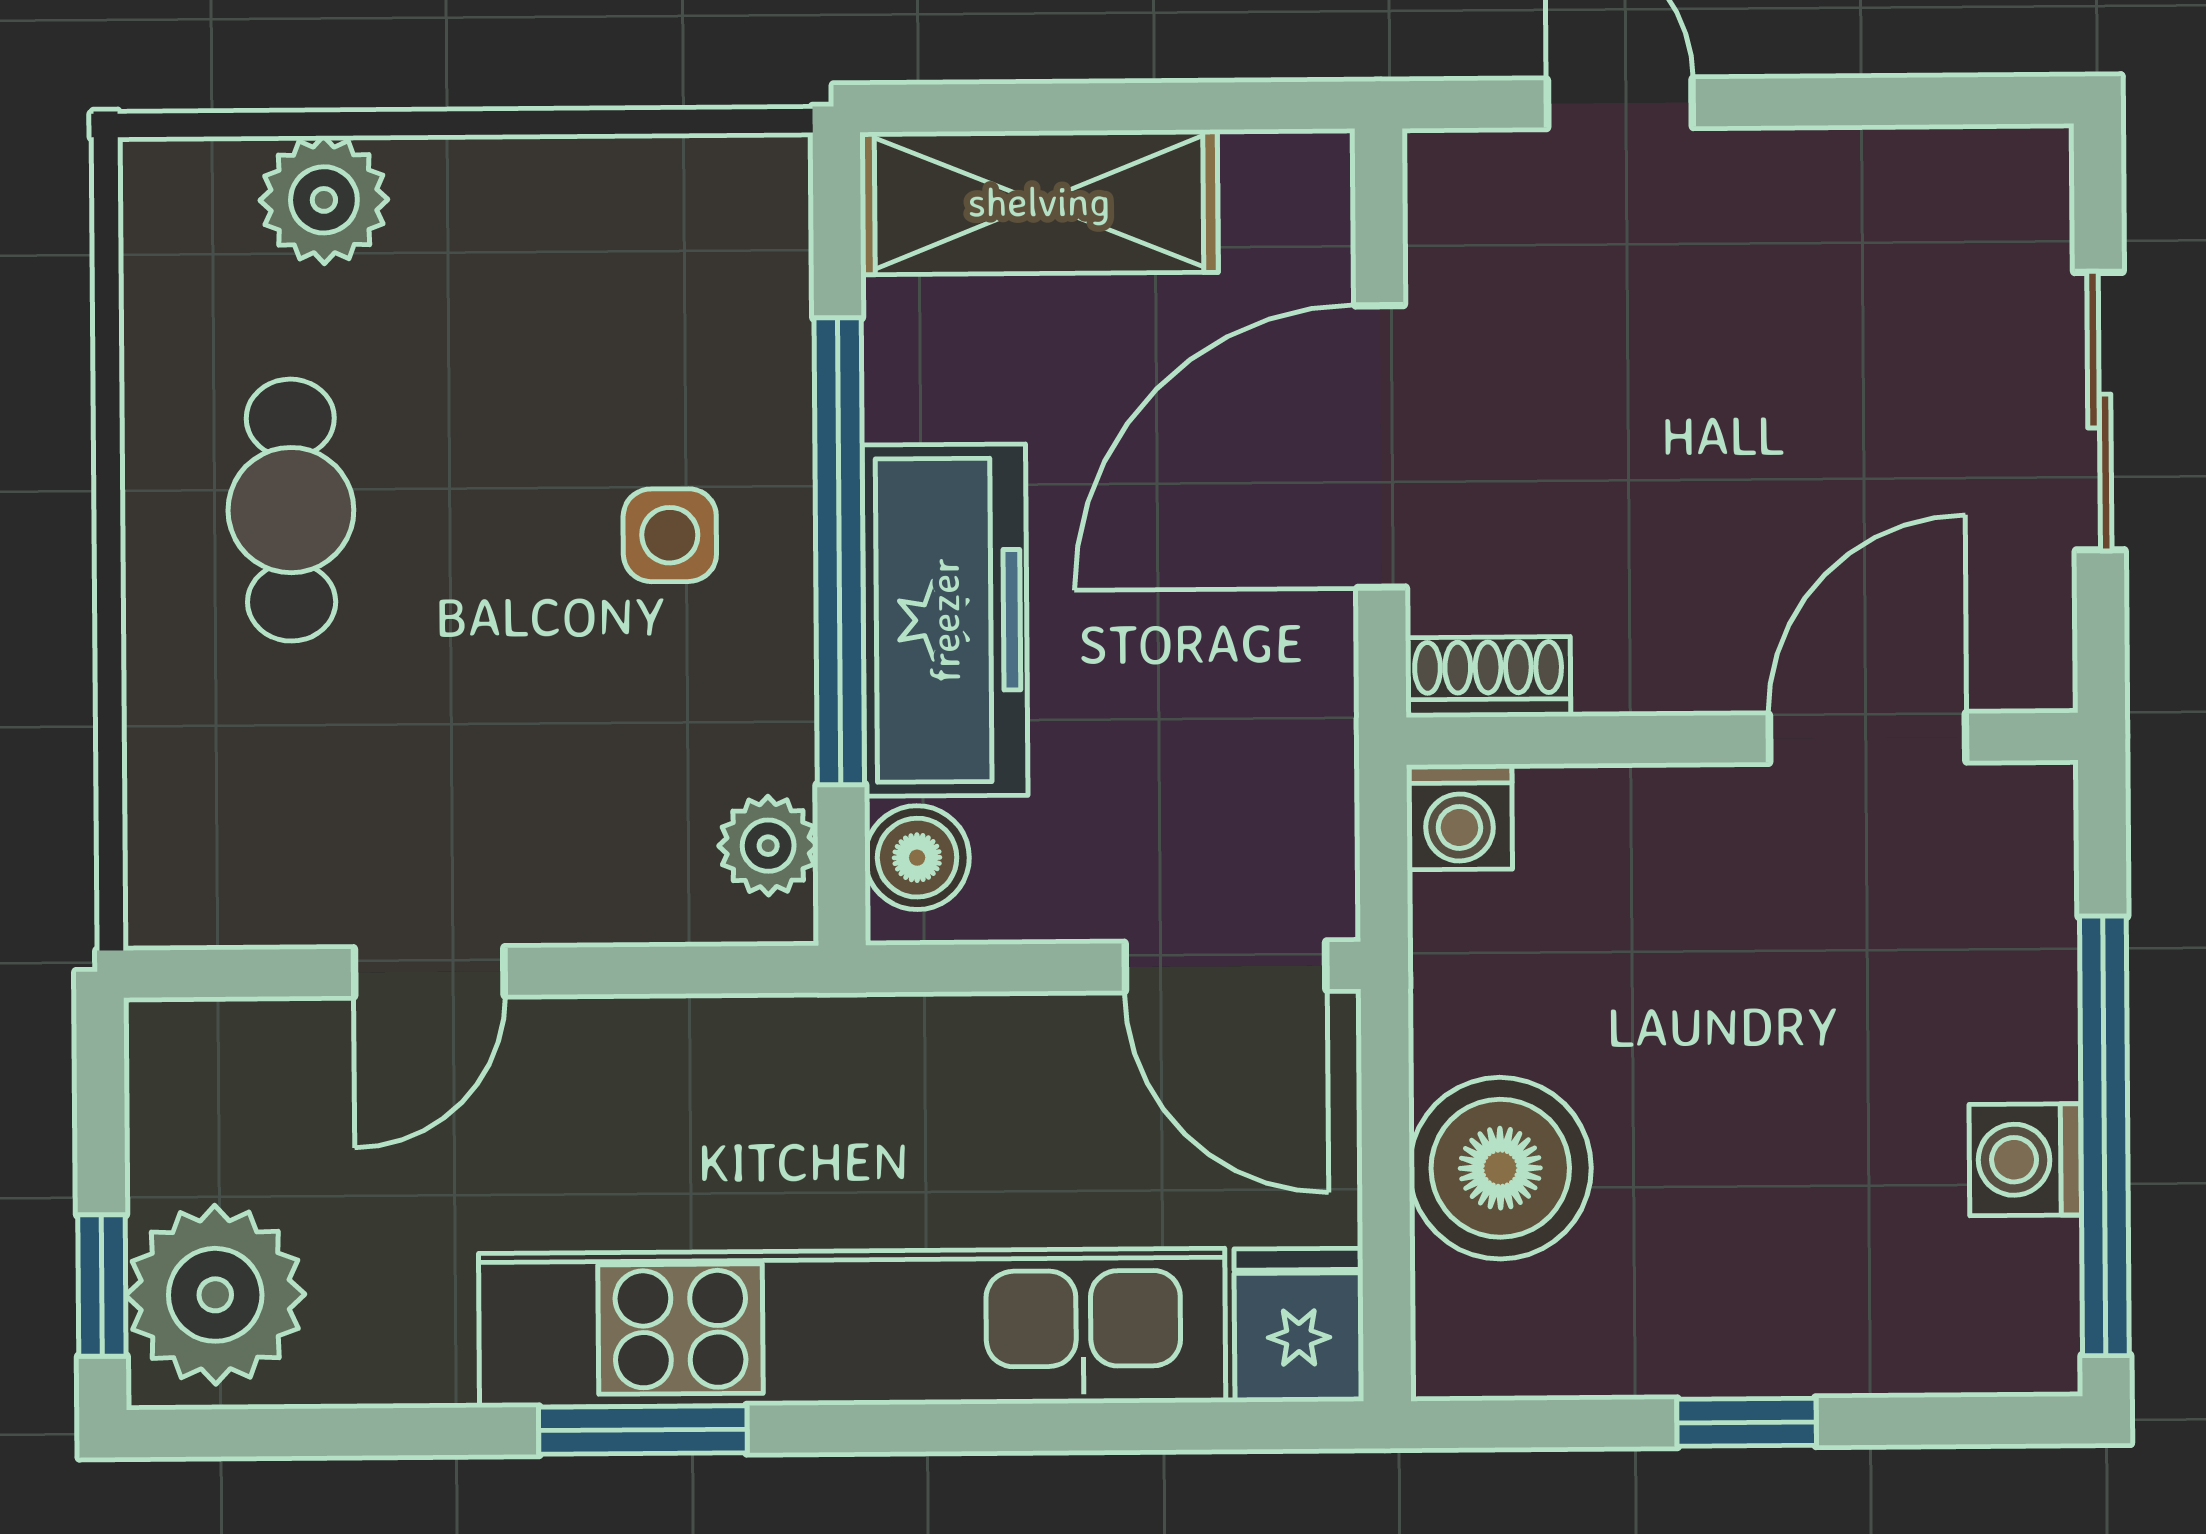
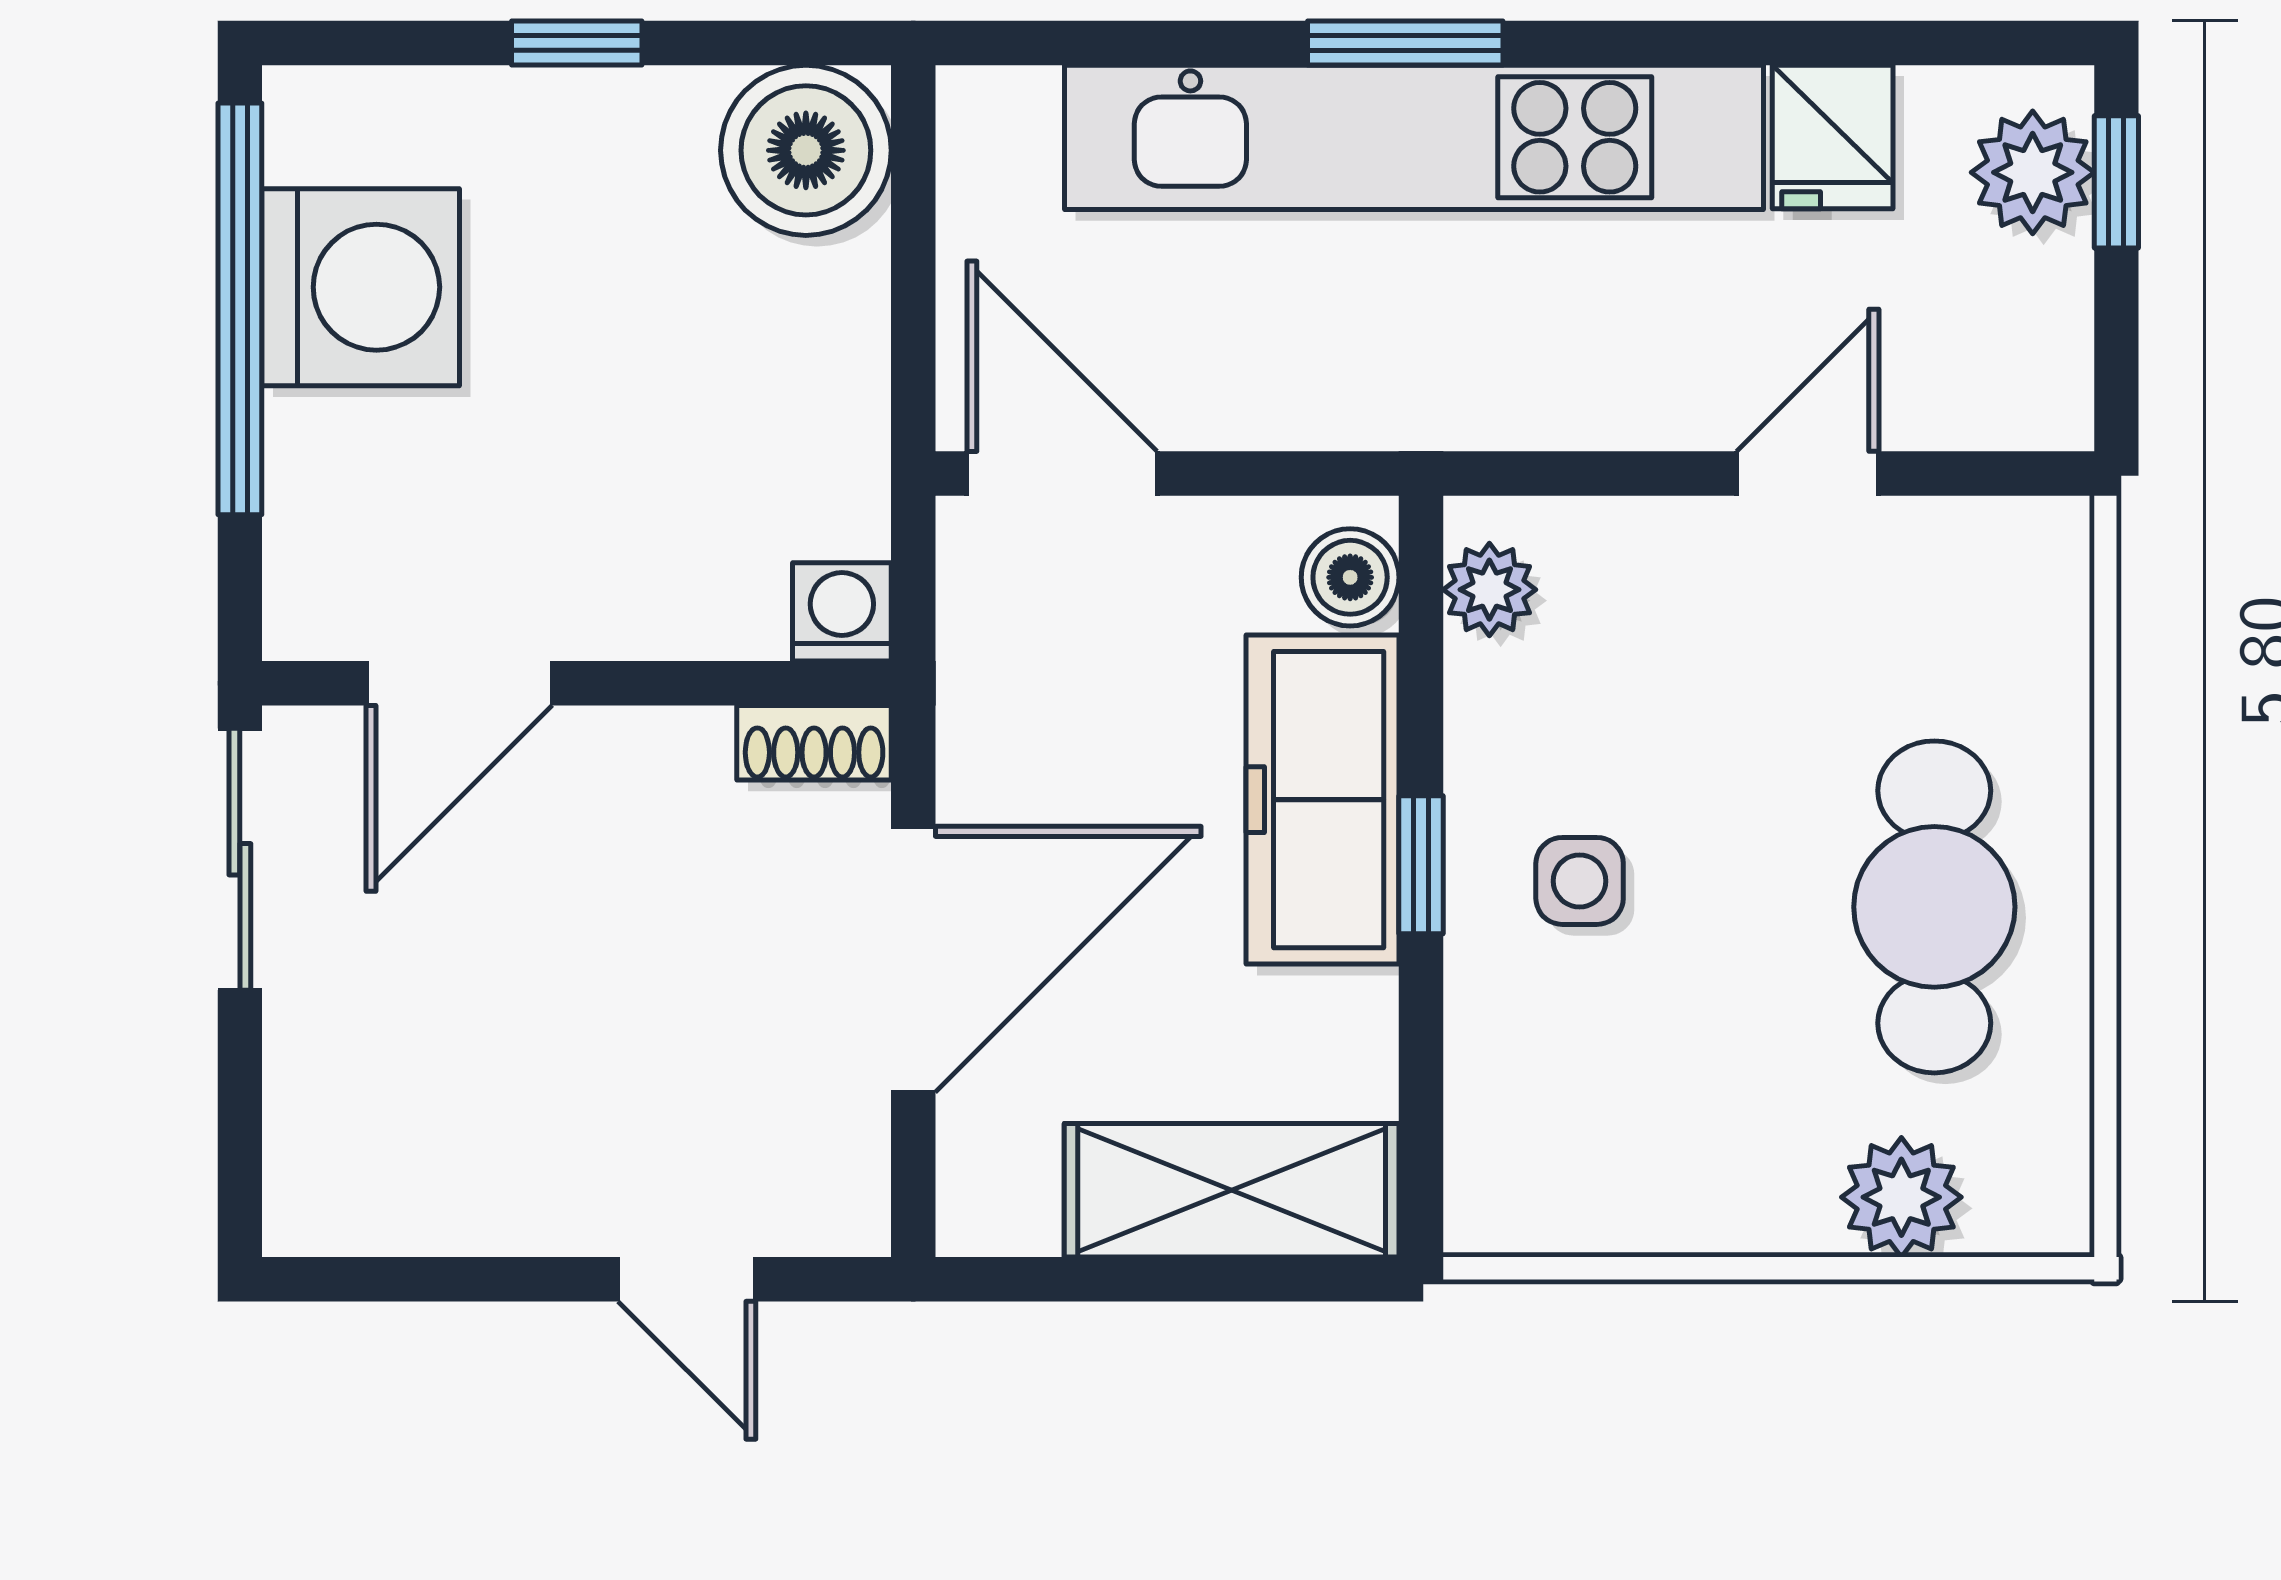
sliding door: (2099, 411) -> (240, 859), moved
cafe table: (291, 510) -> (1934, 907), width x1.37, depth x1.35
window: (839, 551) -> (1421, 865), width x0.32
washing machine: (2025, 1160) -> (361, 287), width x1.89, depth x1.89
boiler: (1500, 1168) -> (806, 150), moved
plant: (215, 1295) -> (2033, 172), width x0.73, depth x0.73
fridge: (1299, 1325) -> (1833, 137), moved
window: (643, 1430) -> (1405, 43), moved

